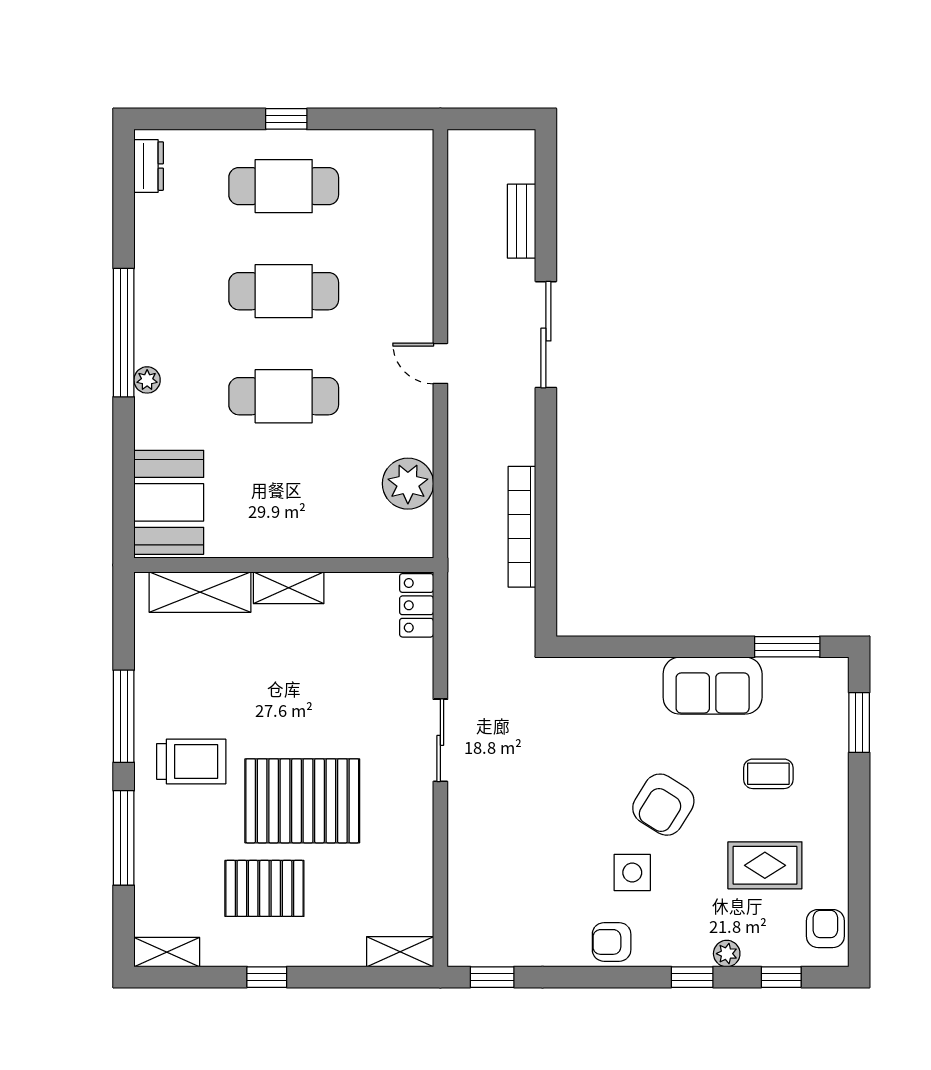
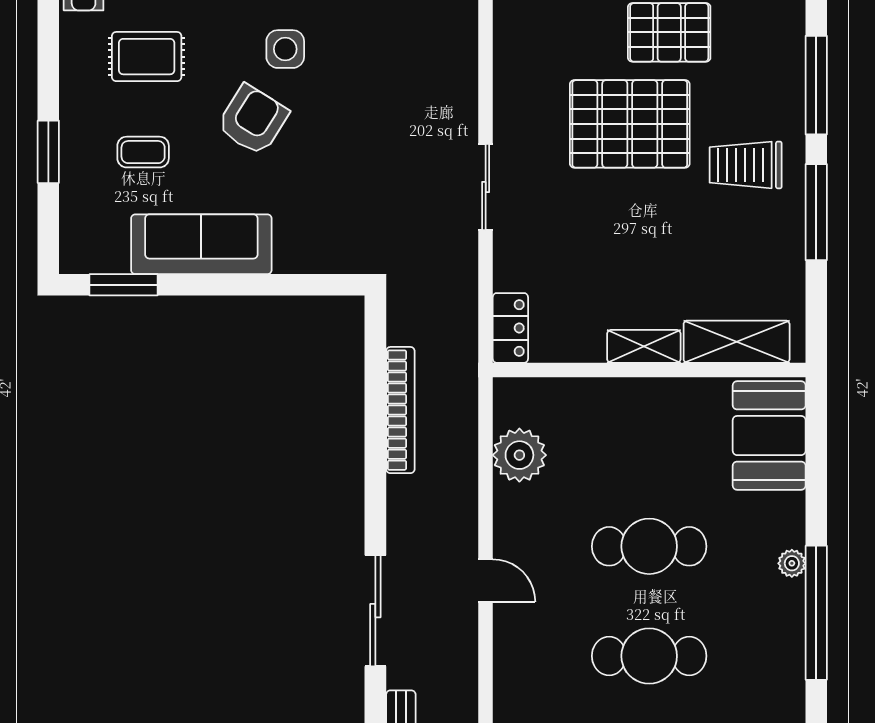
sofa: (713, 686) -> (201, 244), width x1.36
window: (859, 723) -> (48, 152), moved

